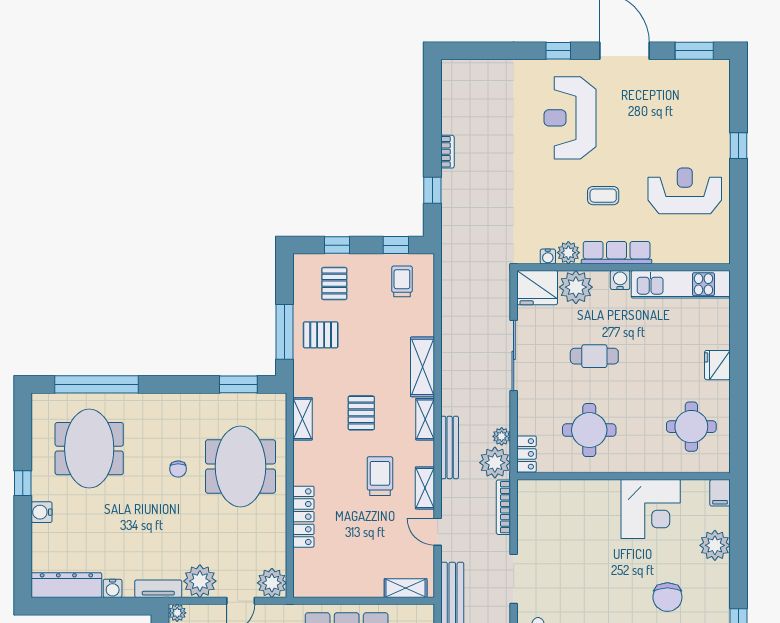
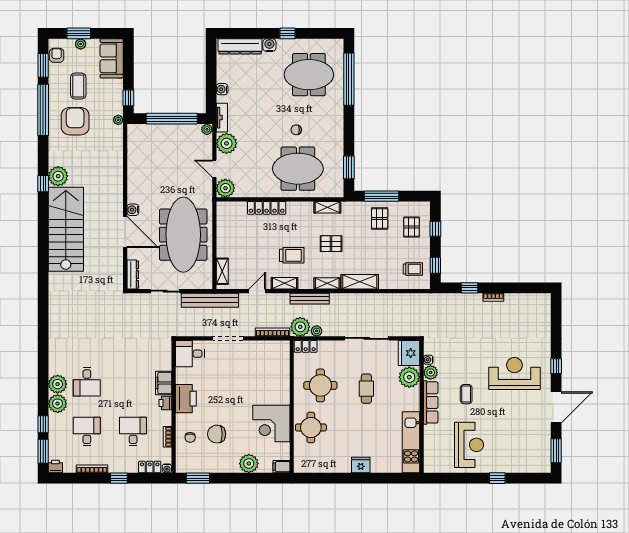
water cooler: (620, 280) -> (414, 405), removed
pallet: (334, 284) -> (411, 227), turned 90
round table: (691, 427) -> (311, 428), moved
dresser: (66, 585) -> (240, 46), moved, turned 90

